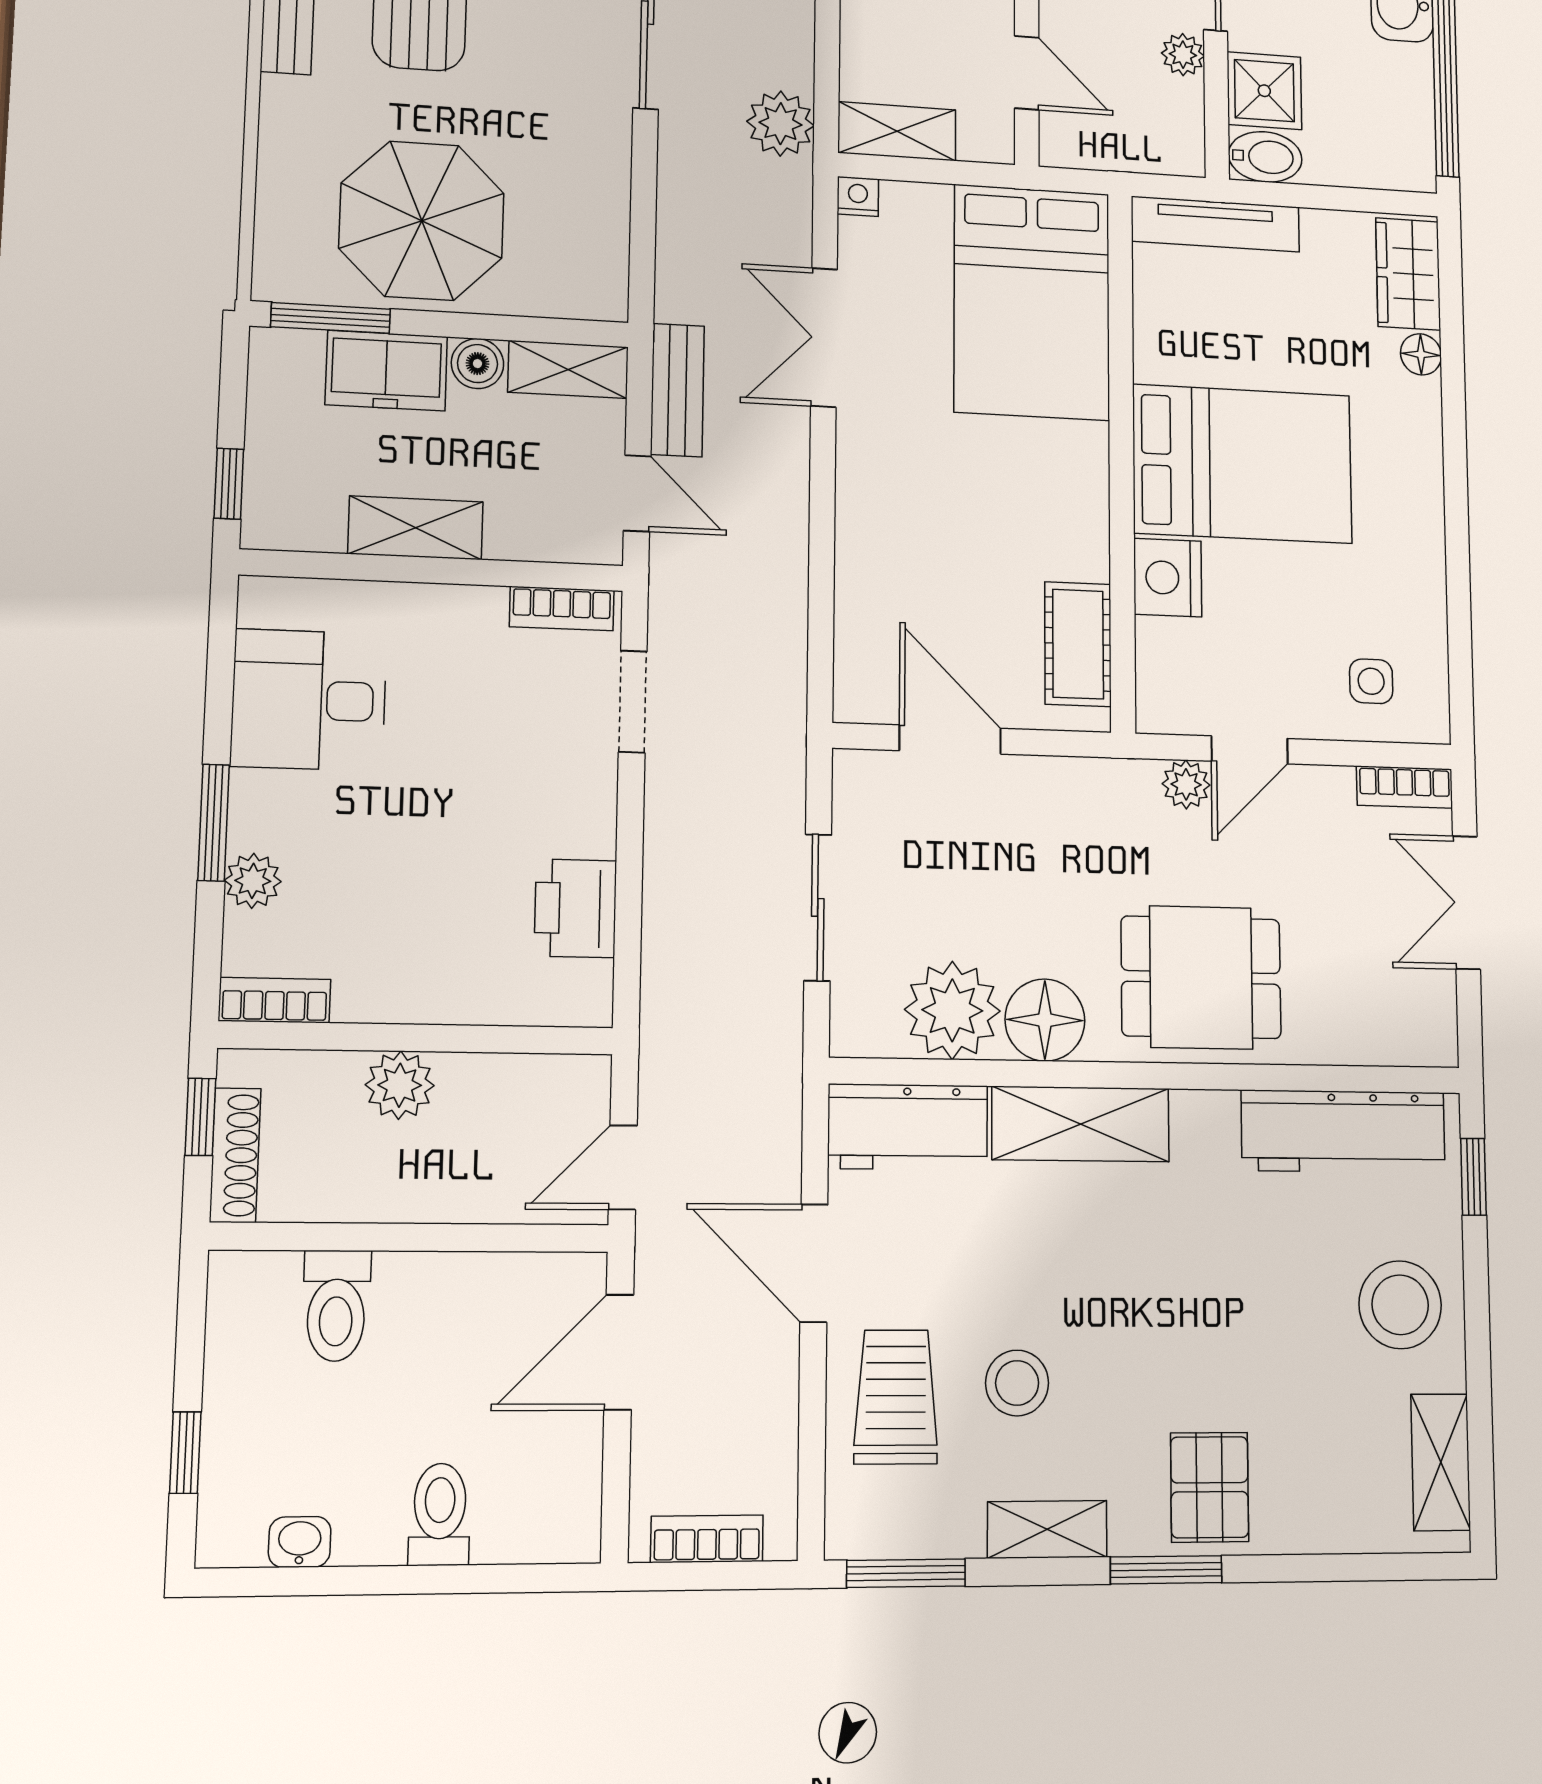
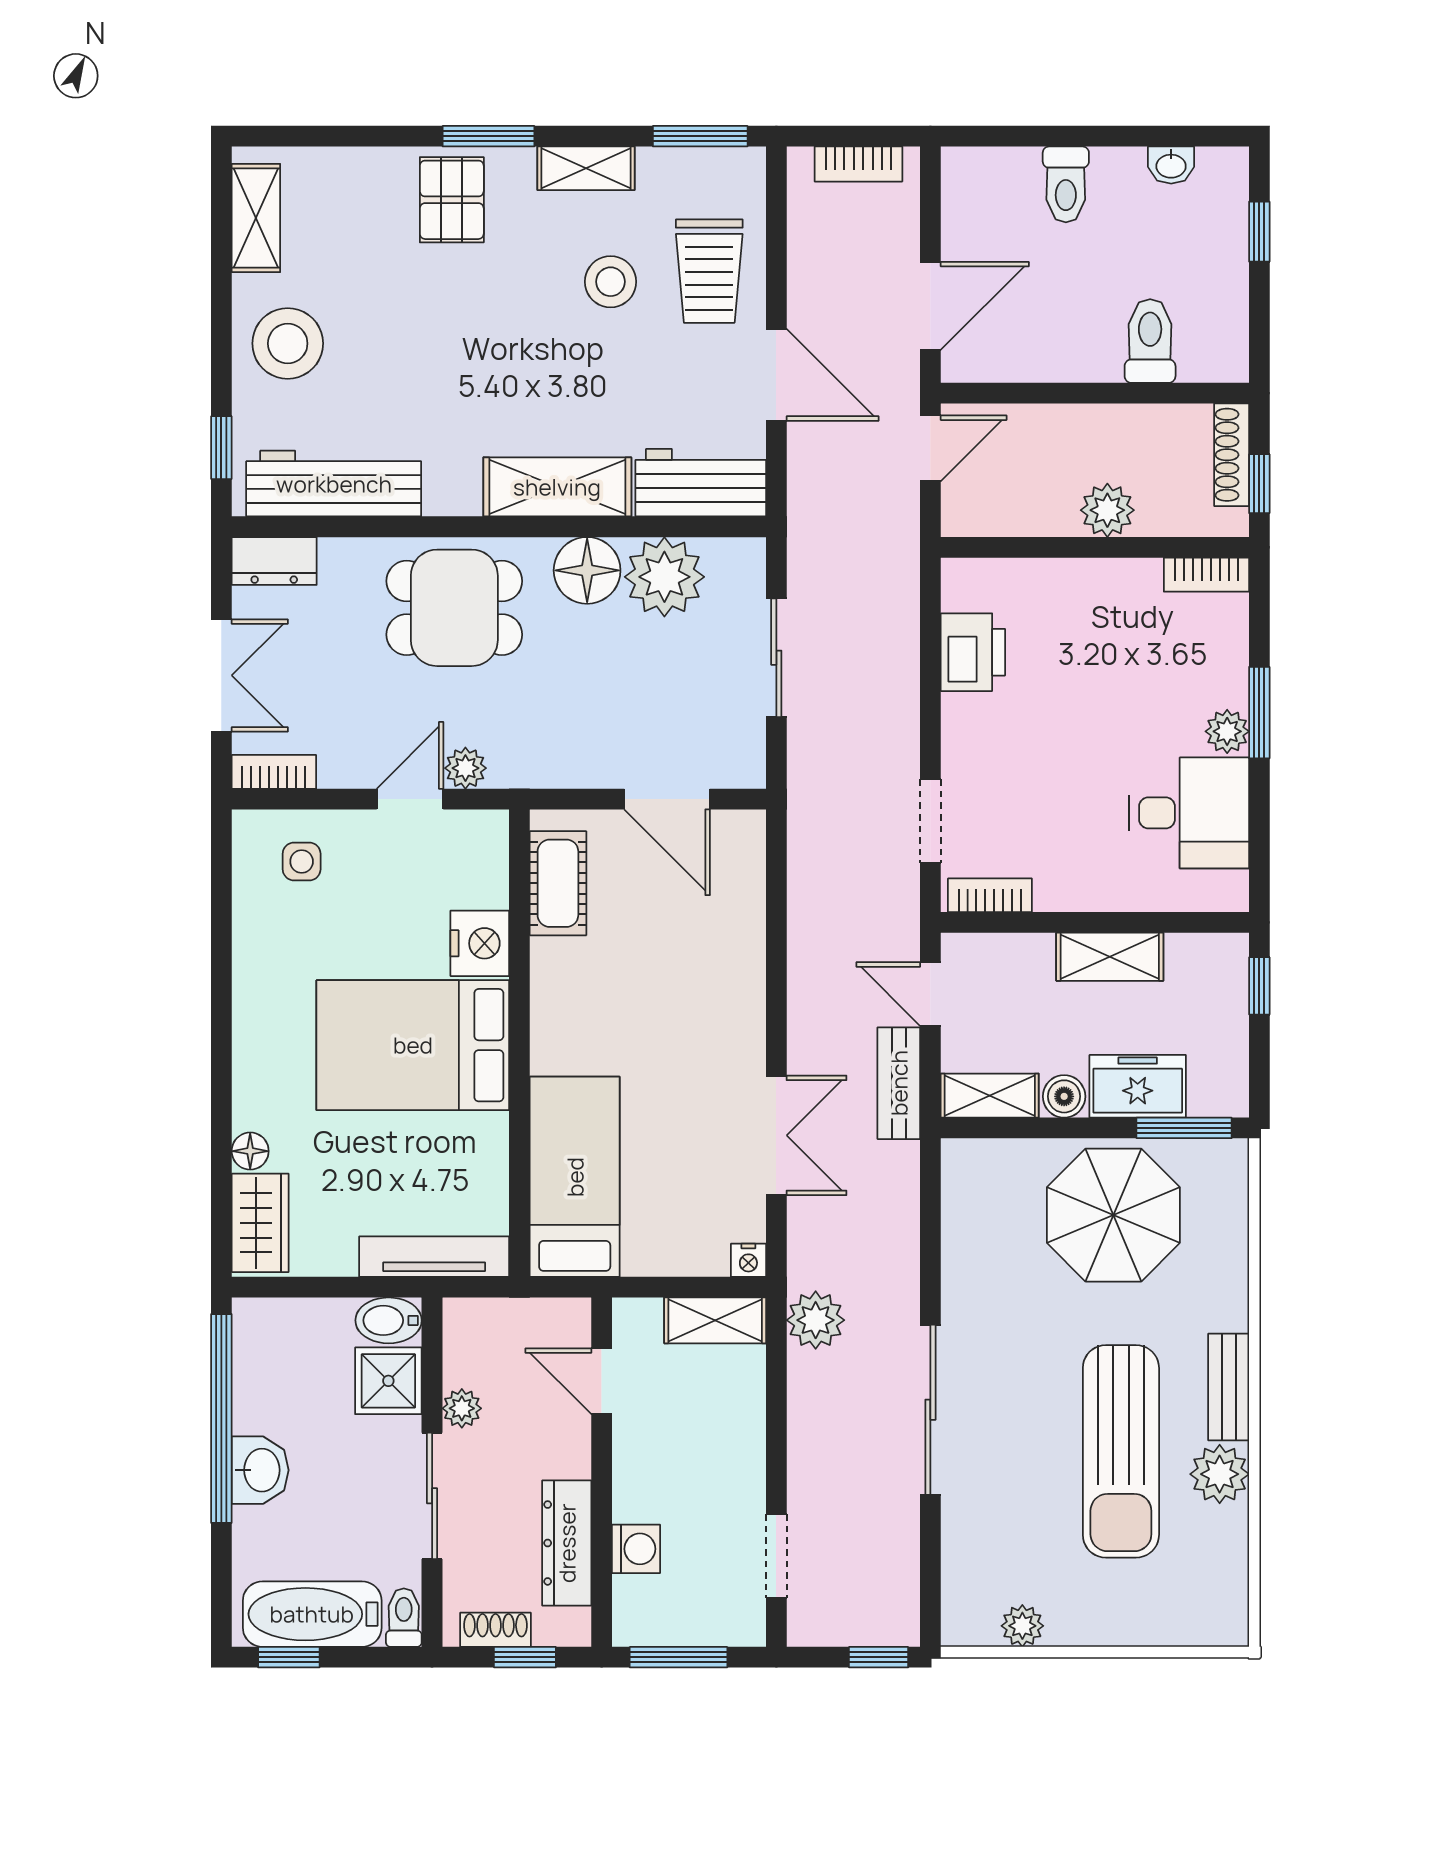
bed: (1032, 302) -> (575, 1177), width x0.67
plant: (253, 881) -> (1227, 731), moved
dresser: (1410, 1038) -> (274, 561), added

